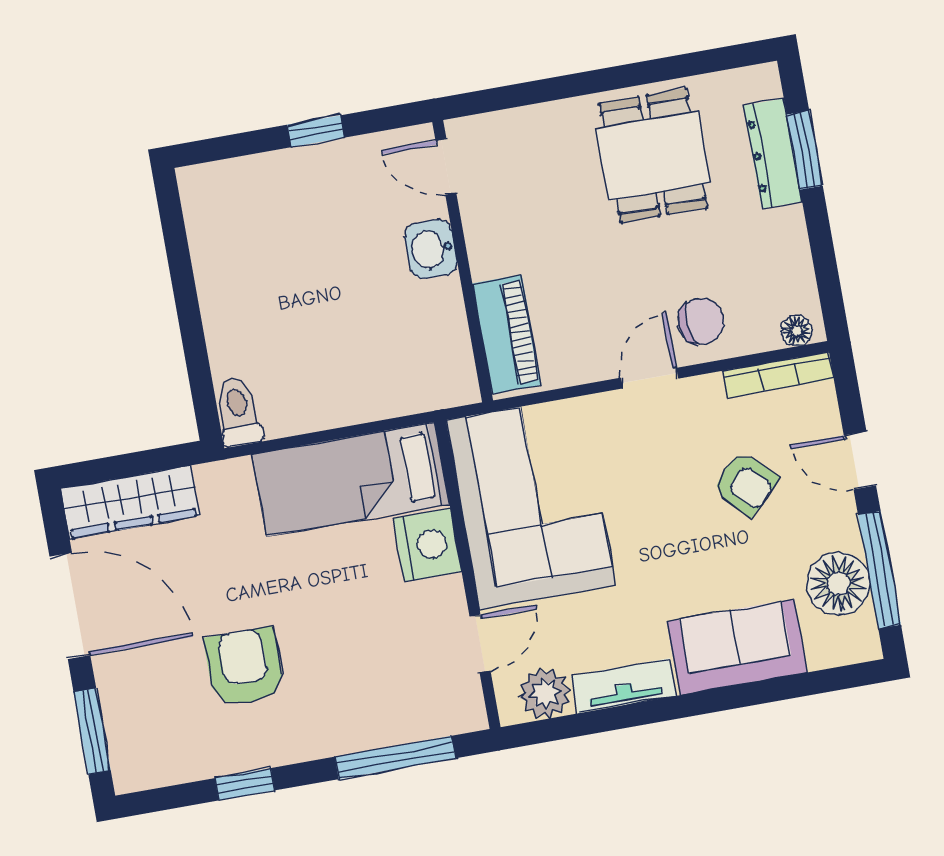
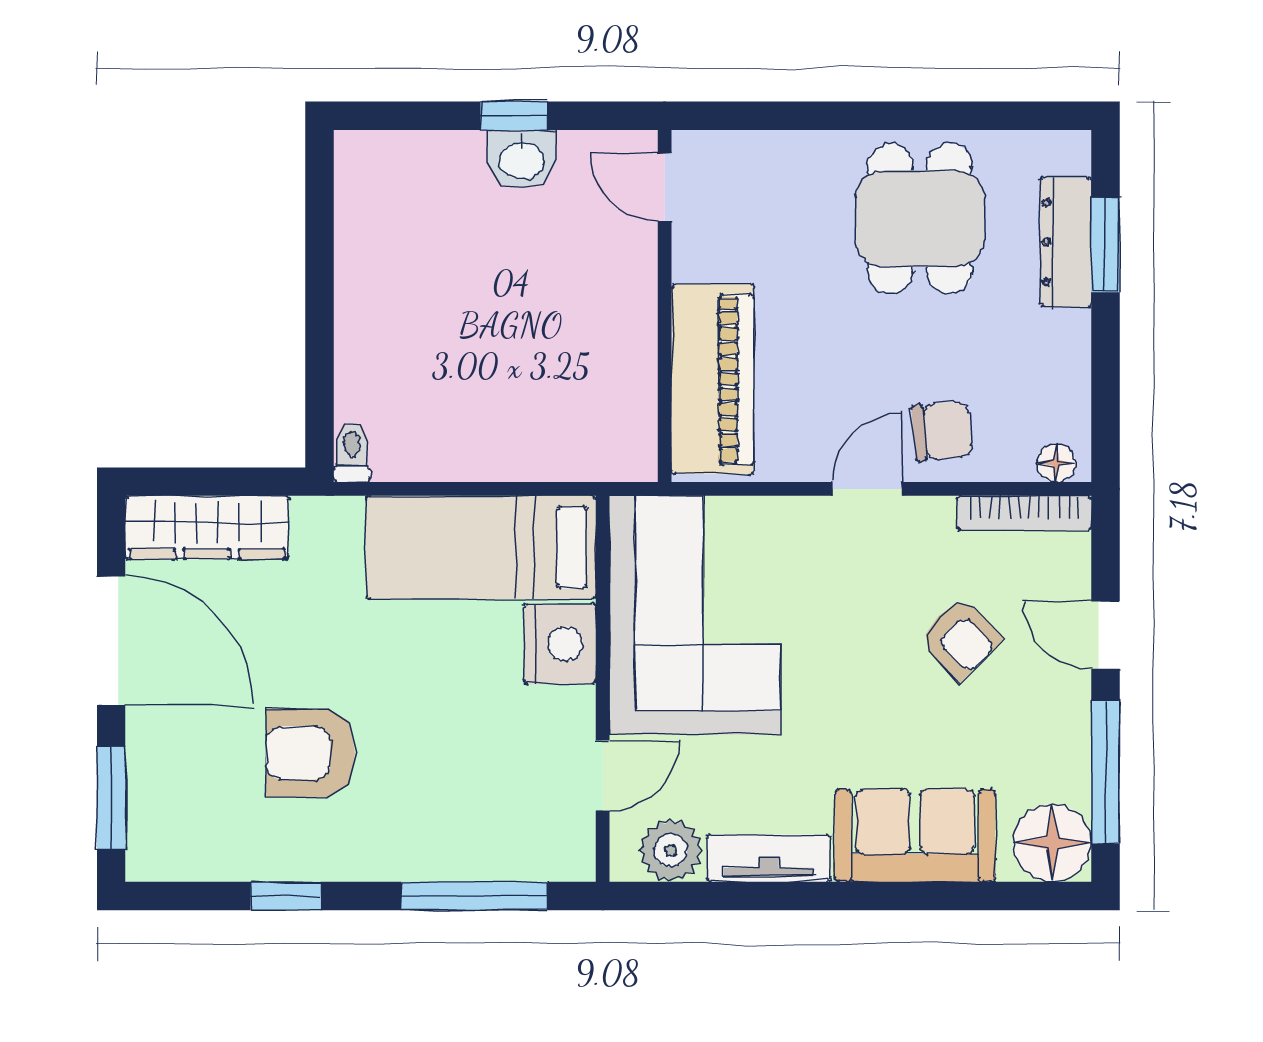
washbasin: (431, 249) -> (522, 159), moved, turned -90
piano: (507, 334) -> (713, 379), width x1.37, depth x1.33
toilet: (239, 412) -> (352, 452), width x0.73, depth x0.72
floor lamp: (838, 584) -> (1052, 843), moved
armchair: (244, 667) -> (311, 753), turned -90

